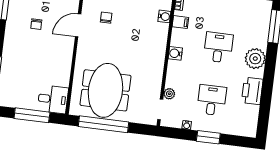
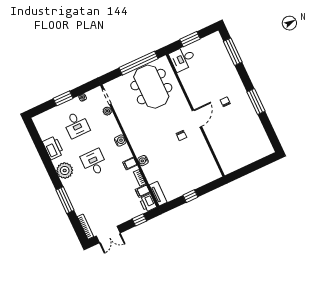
desk: (218, 47) -> (94, 162), turned 180
window: (32, 115) -> (190, 39), width x0.69

